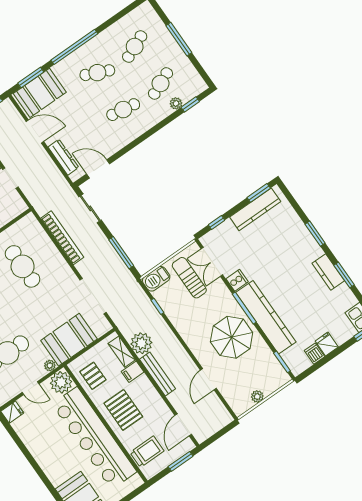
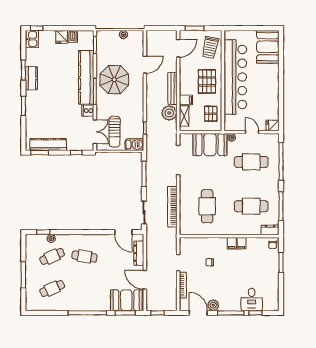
cafe table: (97, 73) -> (85, 289), removed
plant: (61, 382) -> (232, 123), removed
trolley: (147, 452) -> (210, 48), turned -78

